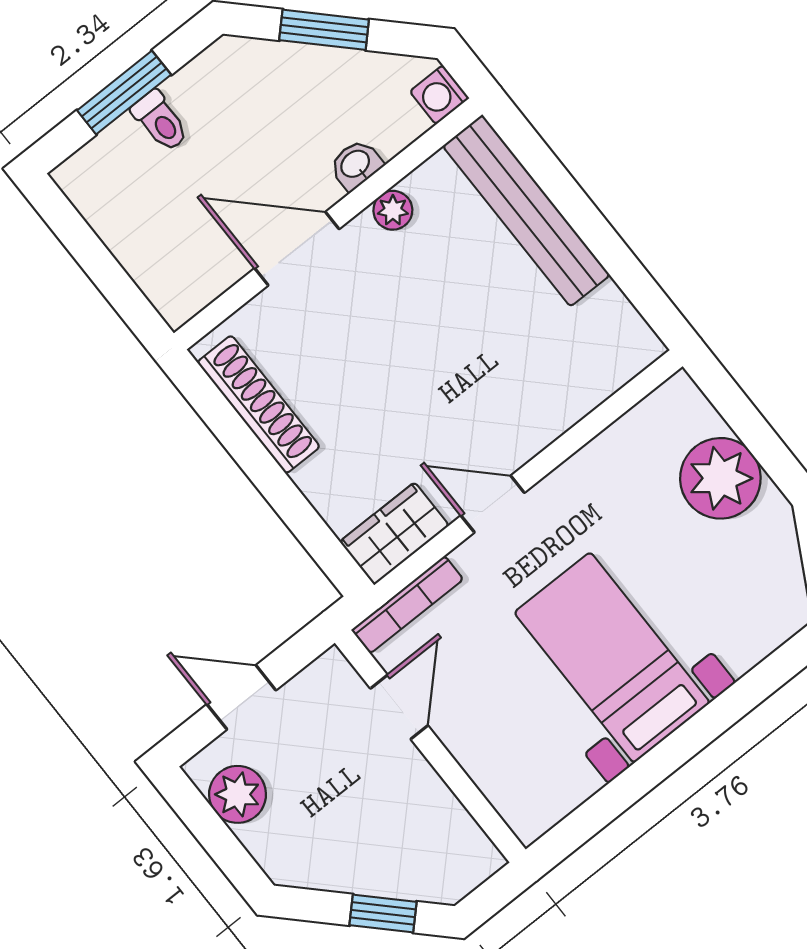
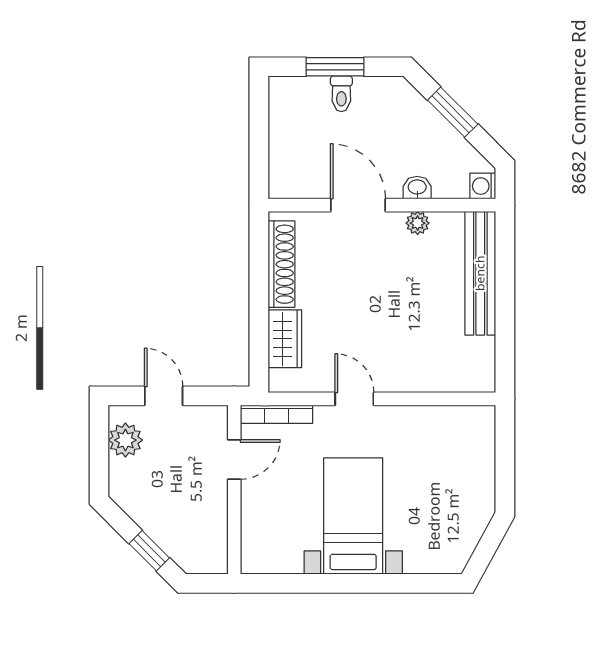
plant: (720, 478) -> (471, 472), removed
wardrobe: (394, 534) -> (285, 339), moved, turned 90

